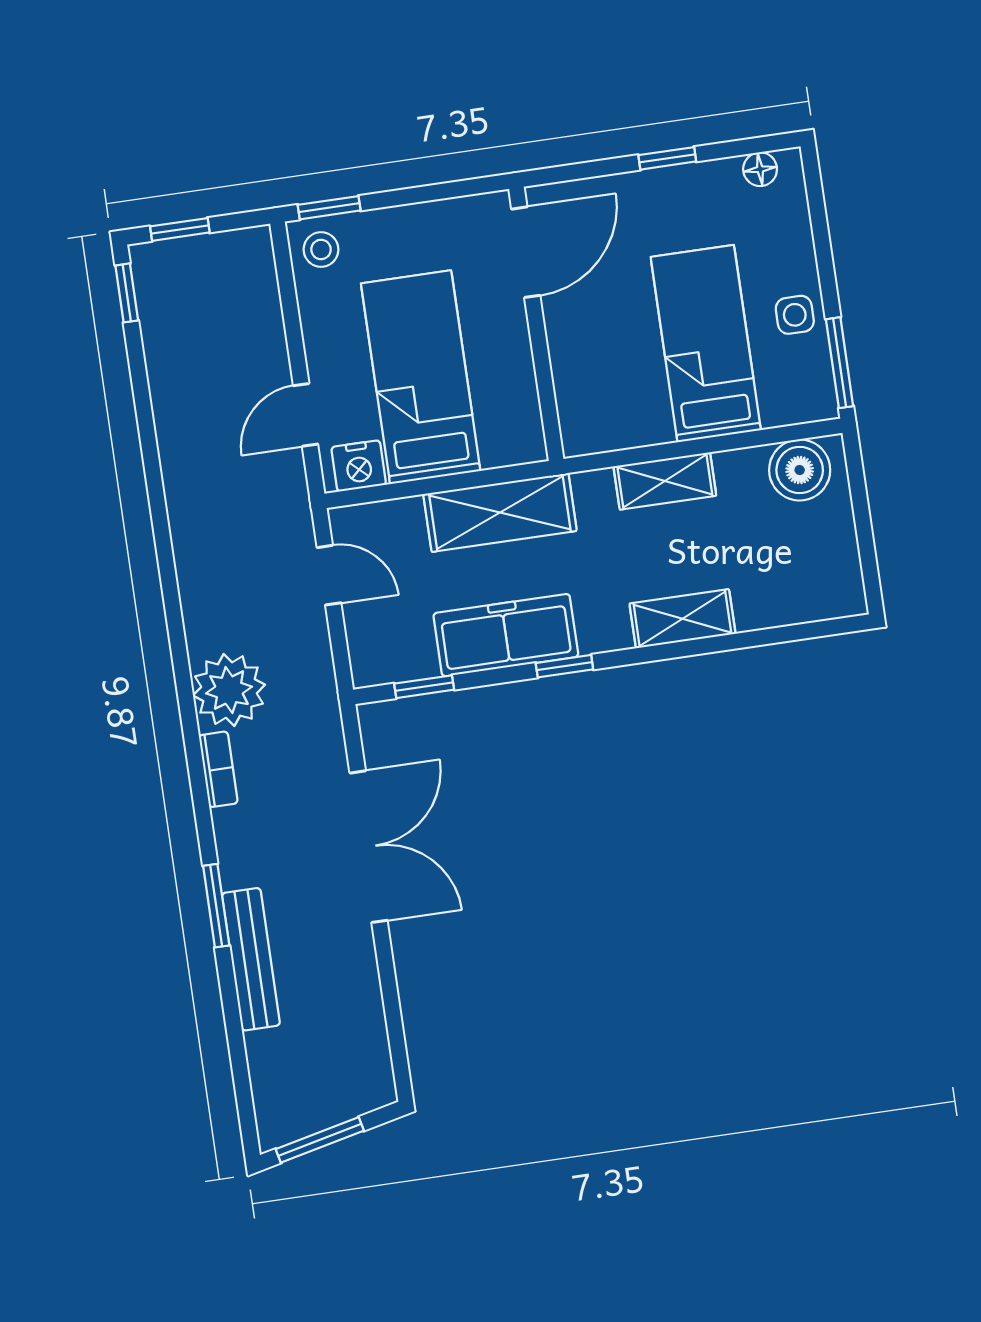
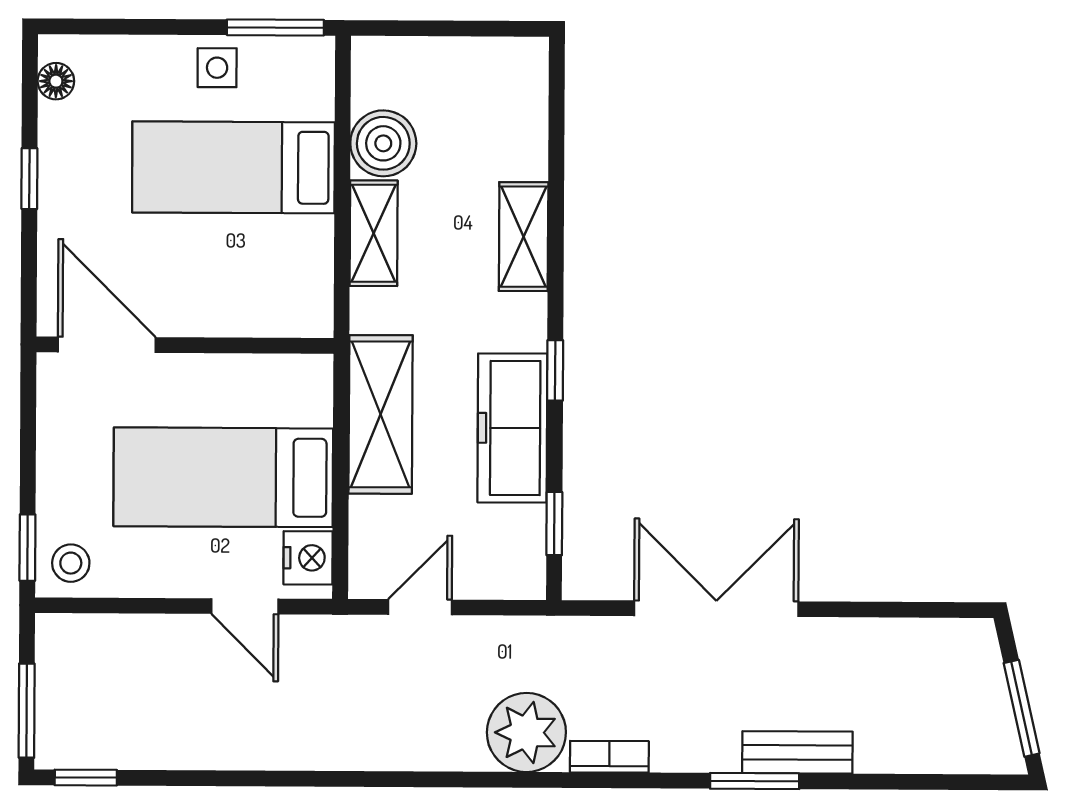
window: (180, 229) -> (27, 711), width x1.50
boiler: (800, 470) -> (383, 143), moved
bench: (251, 959) -> (797, 752), width x0.73

